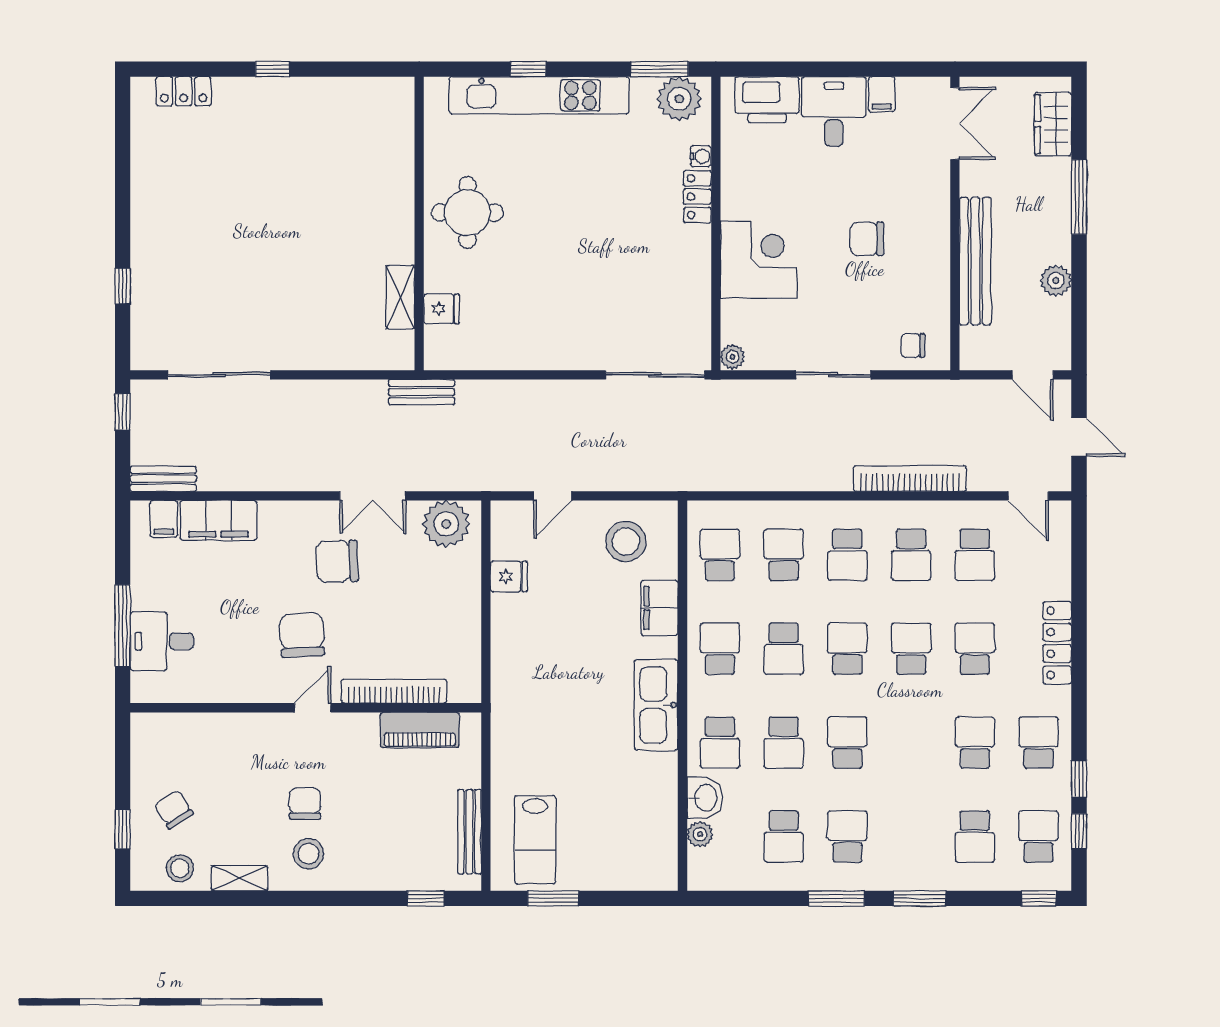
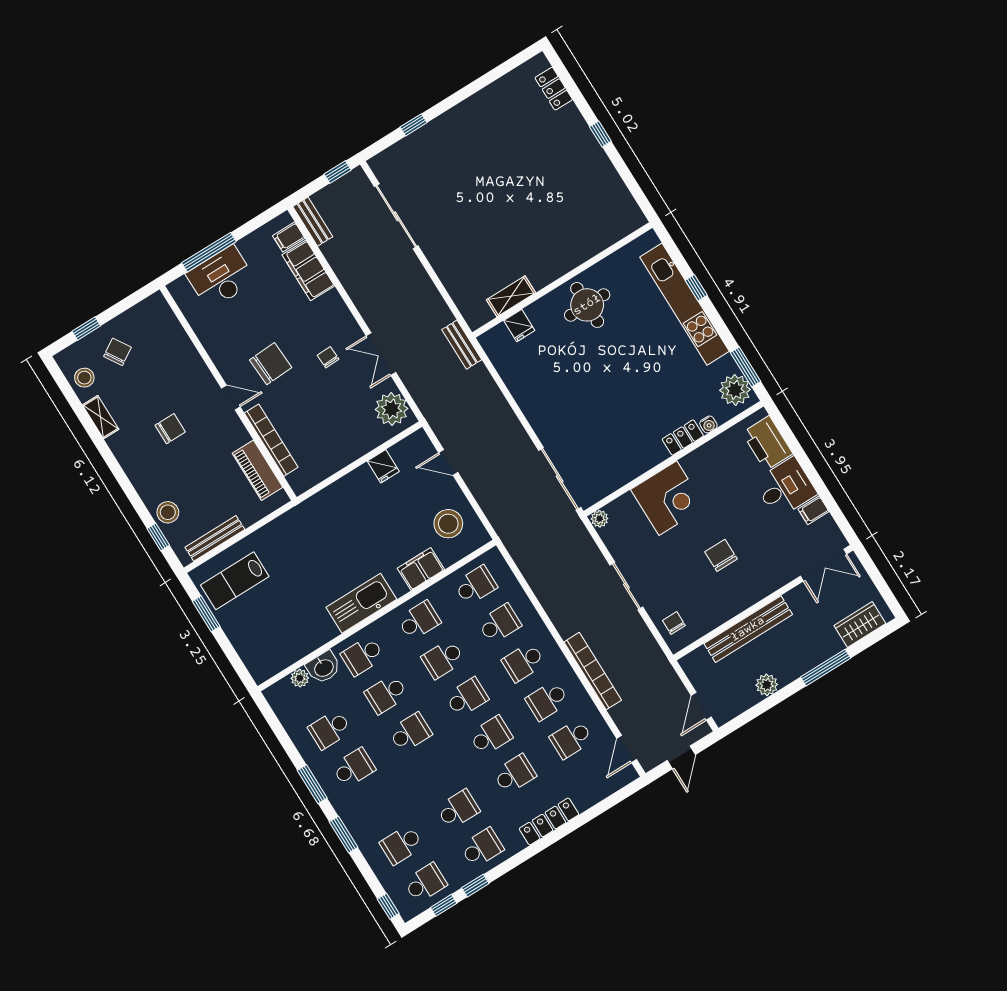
chair: (337, 561) -> (328, 357), width x0.54, depth x0.54
desk: (162, 641) -> (221, 278), width x1.37
stool: (308, 854) -> (168, 512), moved

